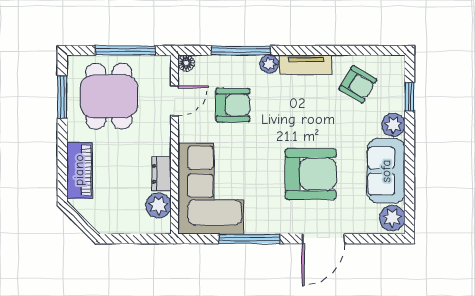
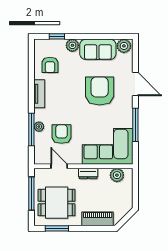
floor lamp: (186, 63) -> (38, 160), removed
plant: (269, 64) -> (39, 127), moved
armchair: (358, 84) -> (50, 65), turned 149
dresser: (162, 174) -> (88, 173), moved

